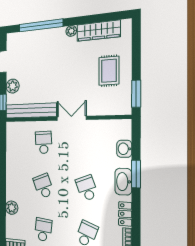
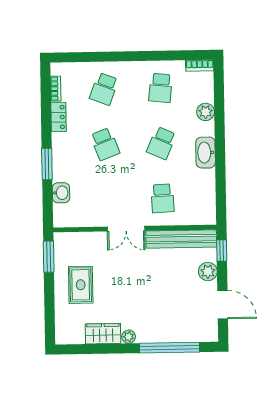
wardrobe: (98, 31) -> (103, 334), width x0.67
washbasin: (123, 182) -> (206, 153), moved, turned 180
school desk: (43, 186) -> (161, 143), turned 45

